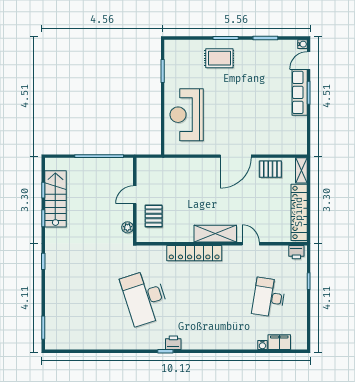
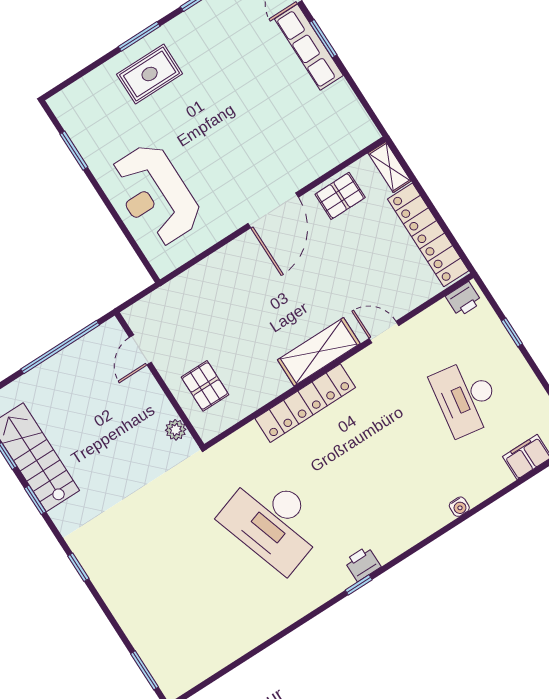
door: (135, 195) -> (140, 350), moved
water cooler: (262, 345) -> (459, 507), moved

